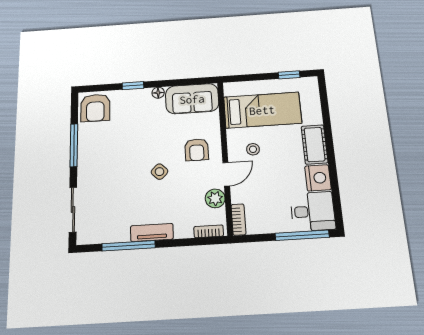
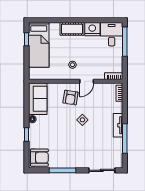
bed: (262, 110) -> (39, 45), moved, turned 180
armchair: (197, 150) -> (70, 98), turned 99
door: (226, 174) -> (87, 81), swing flipped
plant: (215, 198) -> (101, 88), removed

